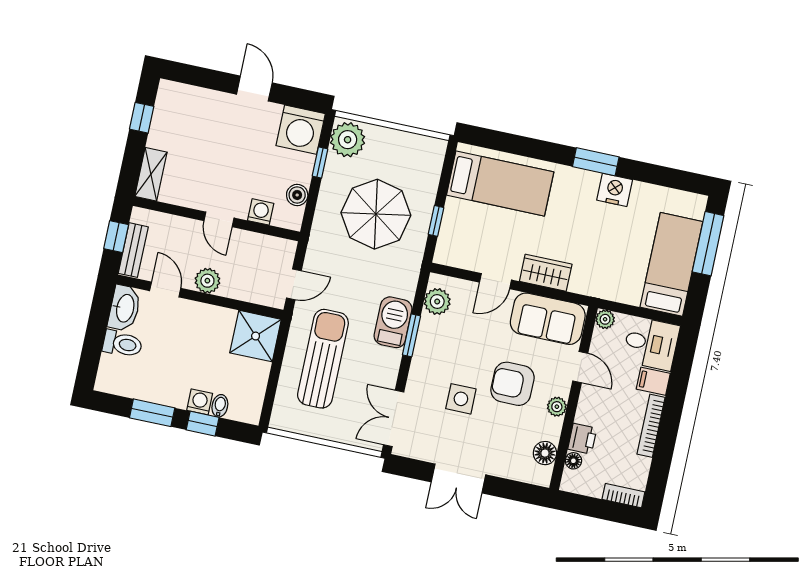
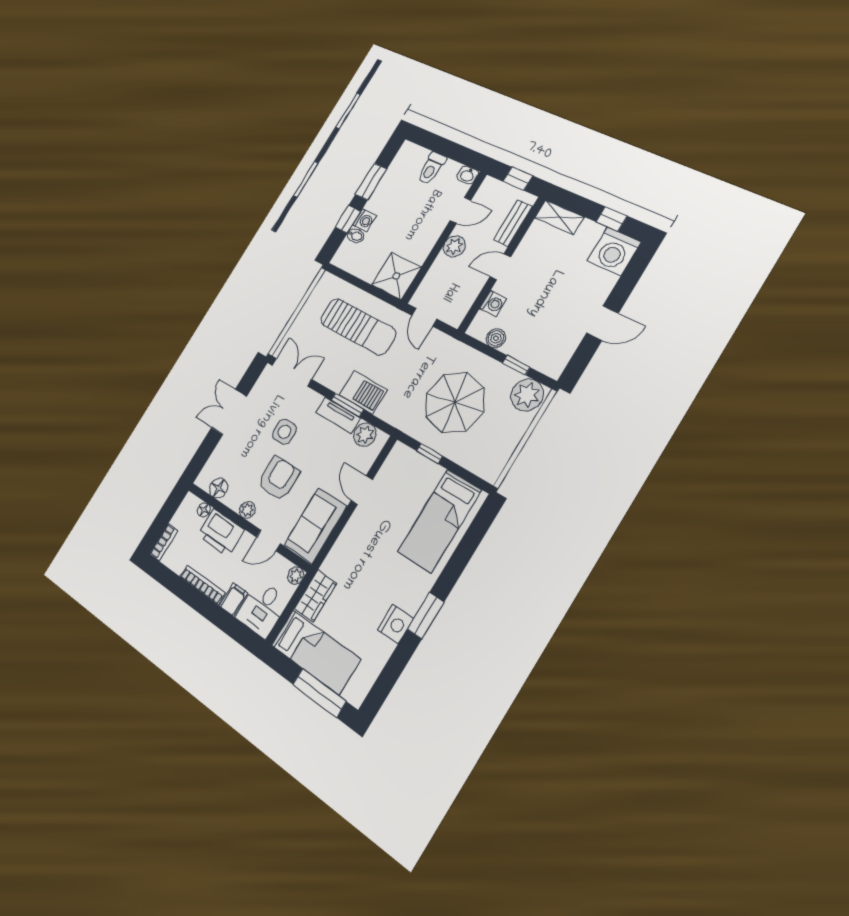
washing machine: (301, 130) -> (614, 251), moved, turned -90
bench: (133, 250) -> (513, 223), moved, turned 90
wardrobe: (546, 273) -> (315, 596), moved
washbasin: (124, 308) -> (468, 175), width x0.52, depth x0.69
tv unit: (425, 342) -> (338, 415), added
printer: (582, 439) -> (221, 532), width x1.87, depth x1.48

